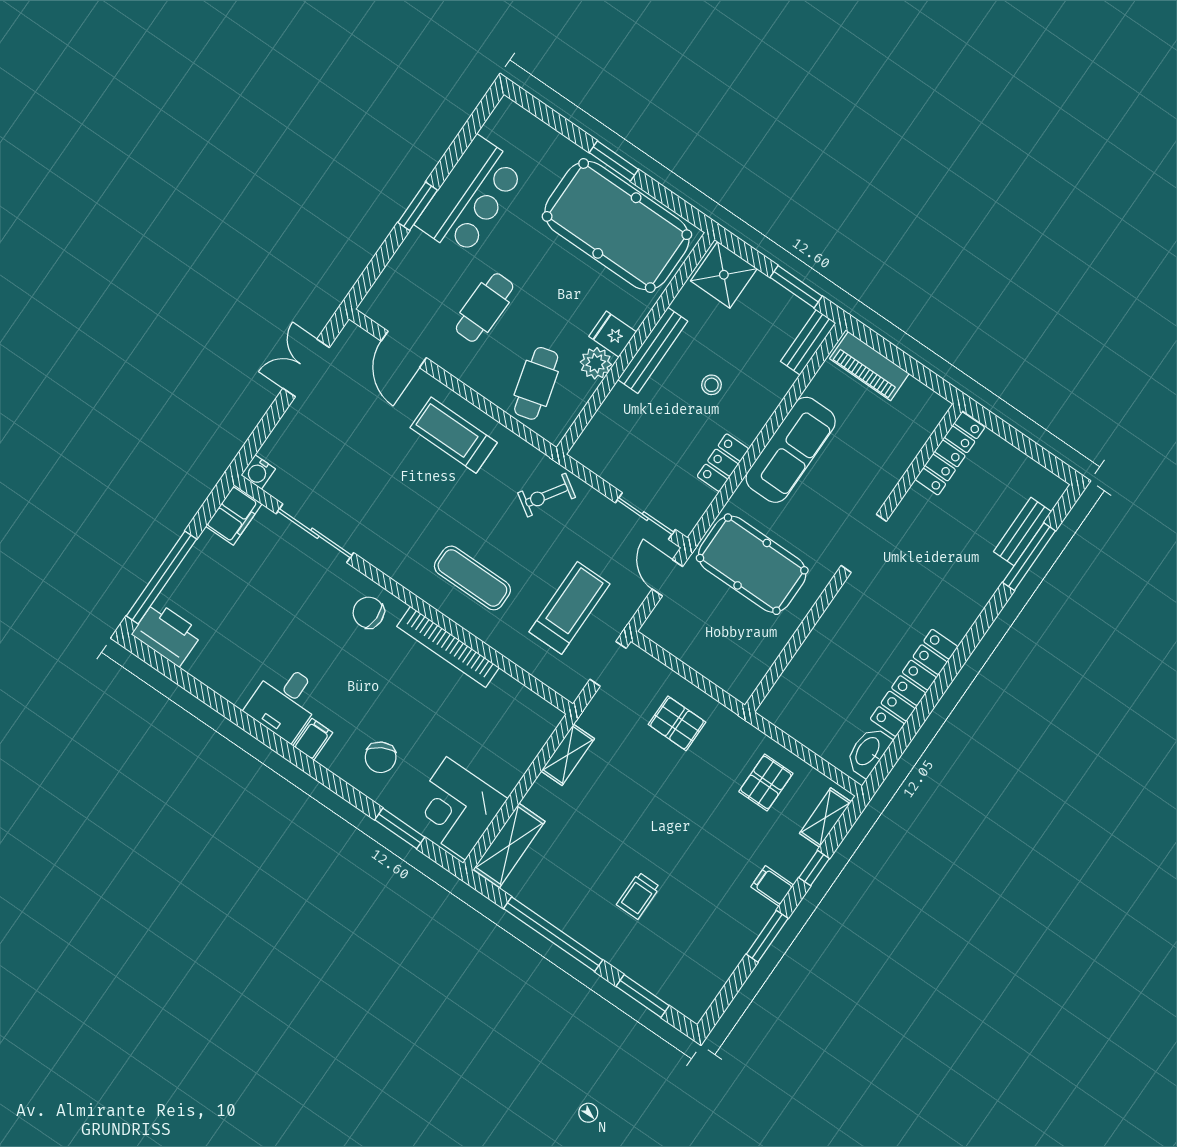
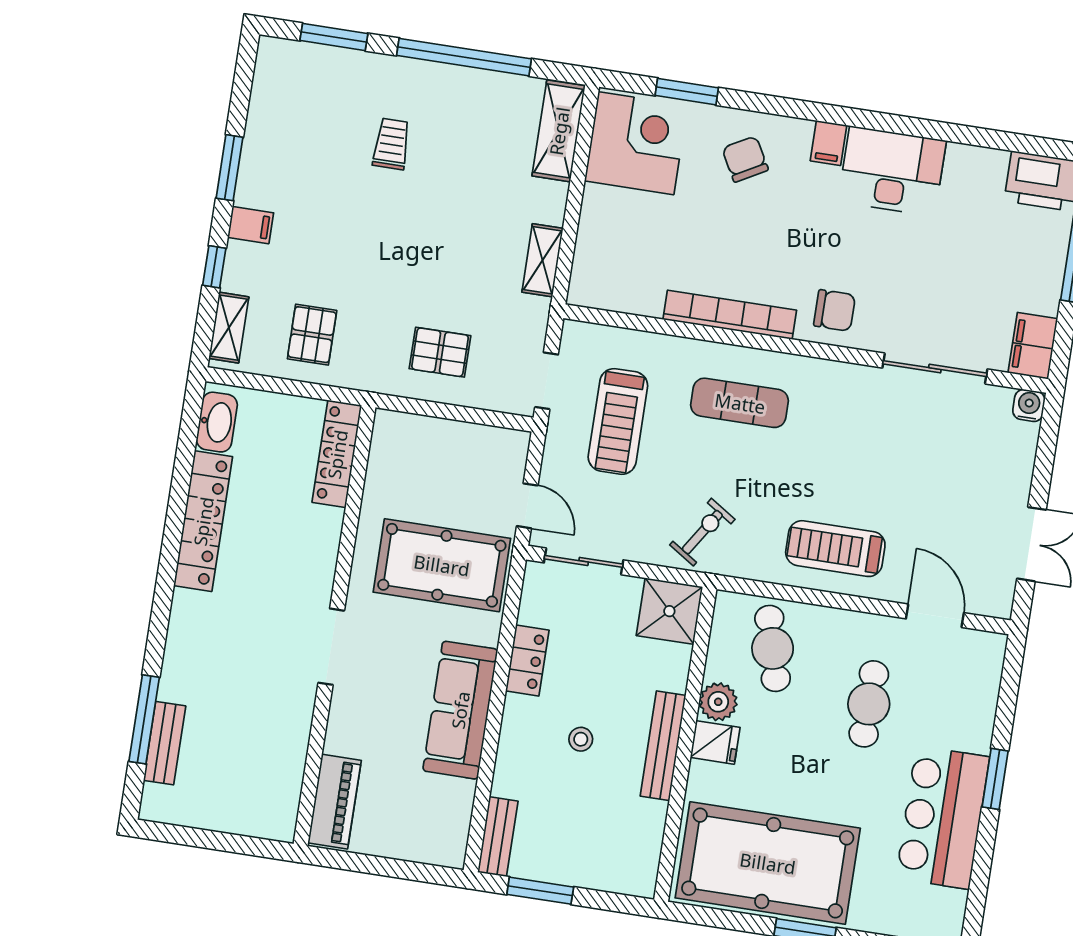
shower: (724, 275) -> (669, 611), moved
piano: (869, 366) -> (335, 802), moved, turned 90
treadmill: (454, 435) -> (835, 549), turned 180
locker: (950, 453) -> (337, 454), moved
desk: (285, 702) -> (892, 171), width x1.37

